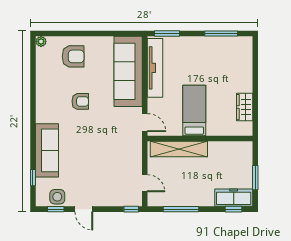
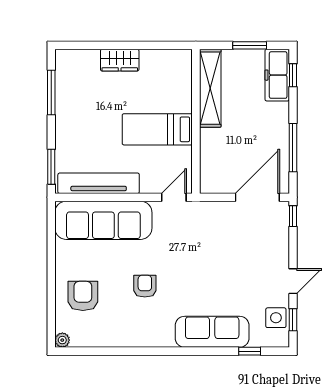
wardrobe: (245, 107) -> (120, 60), moved
shelving: (179, 149) -> (210, 88), moved
door: (145, 183) -> (257, 197), width x1.88

